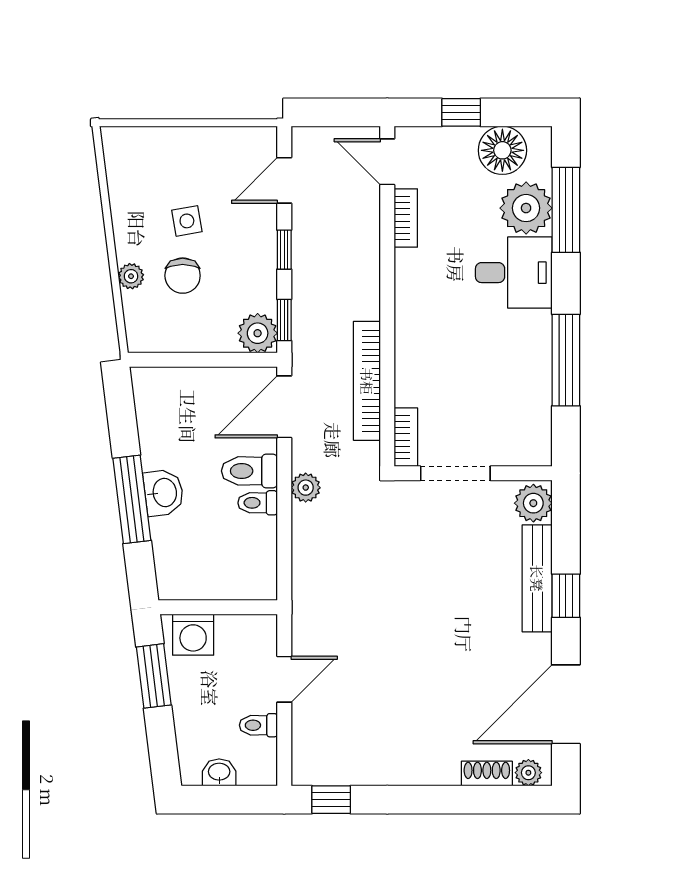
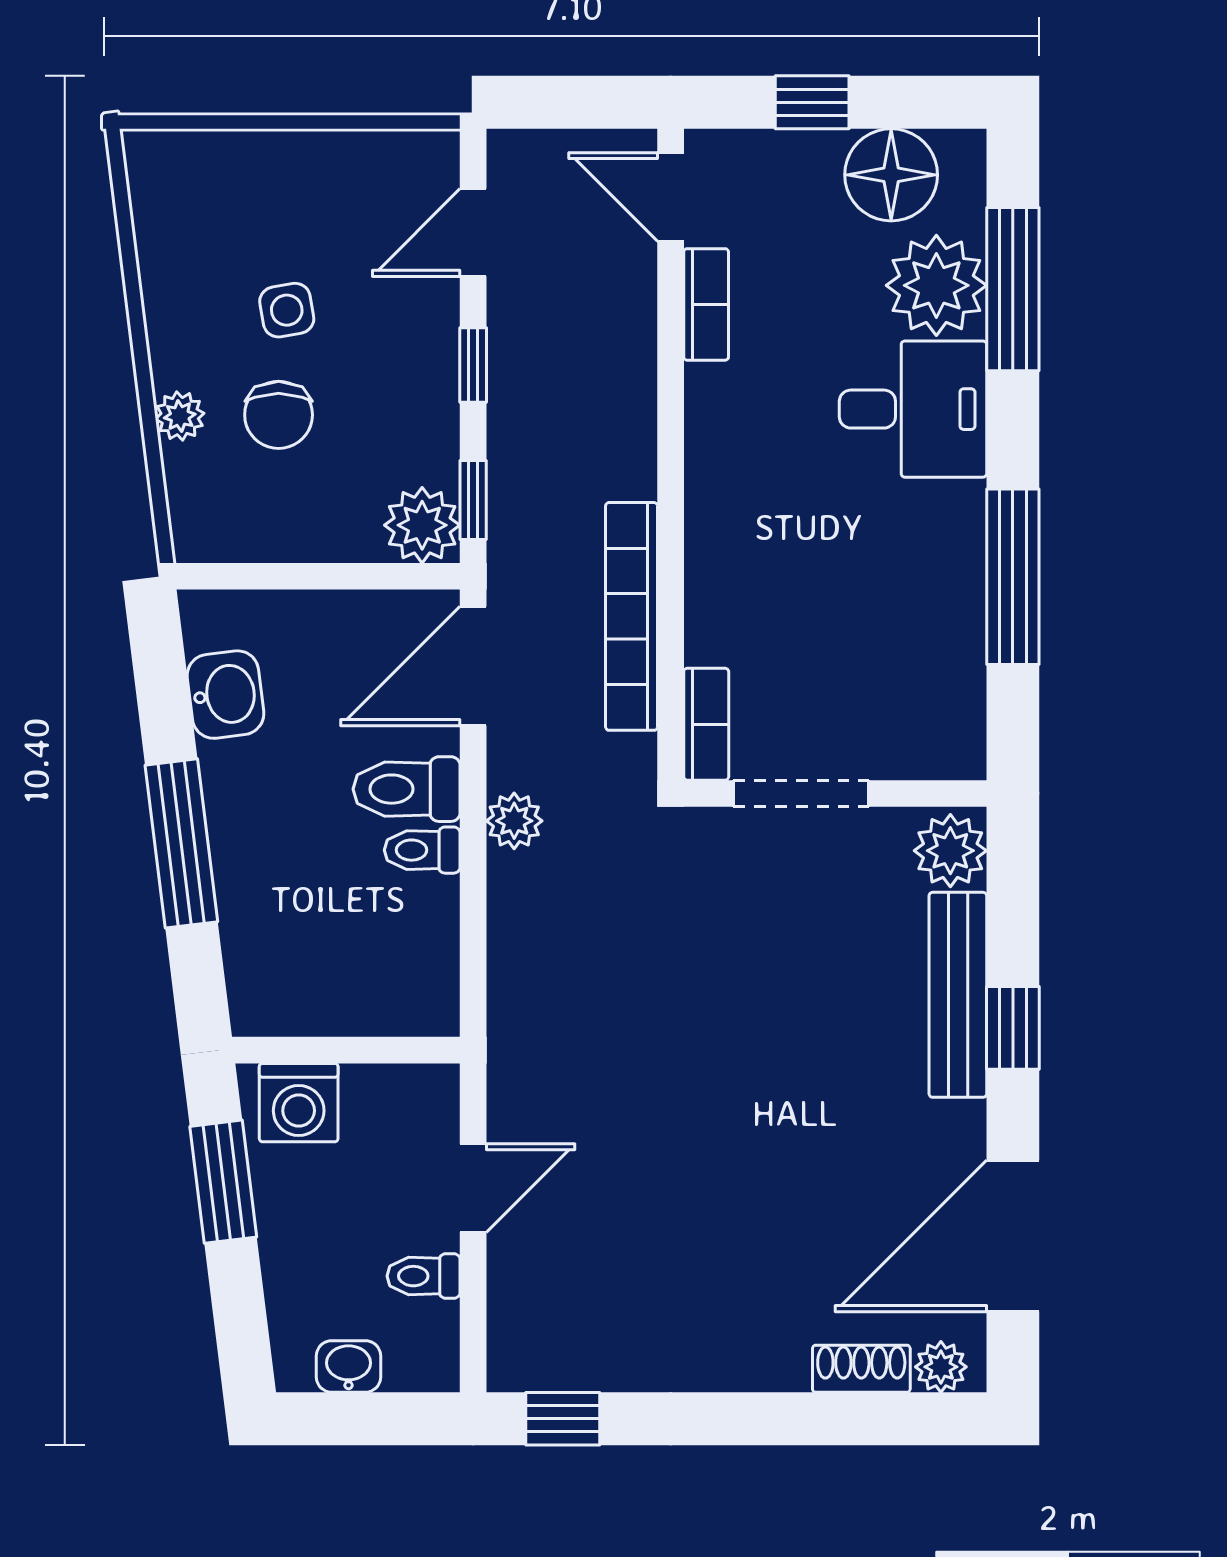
washbasin: (164, 493) -> (225, 695), moved

